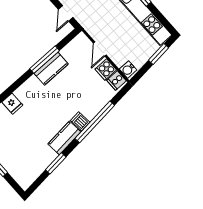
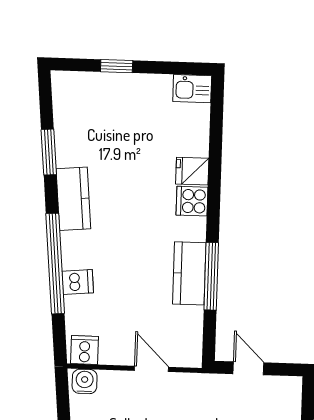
cooker: (106, 69) -> (192, 201), moved, turned -90
dishwasher: (80, 121) -> (78, 282), moved

